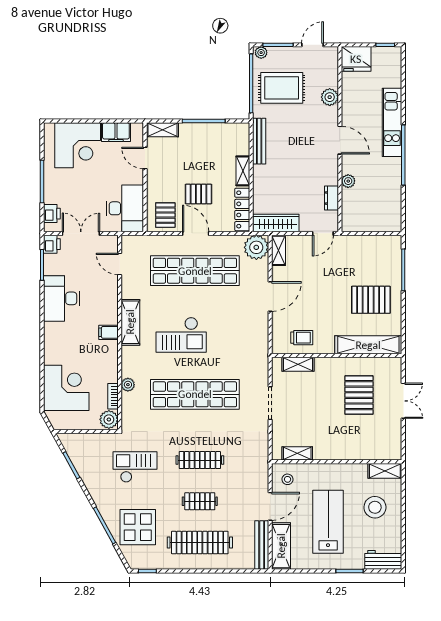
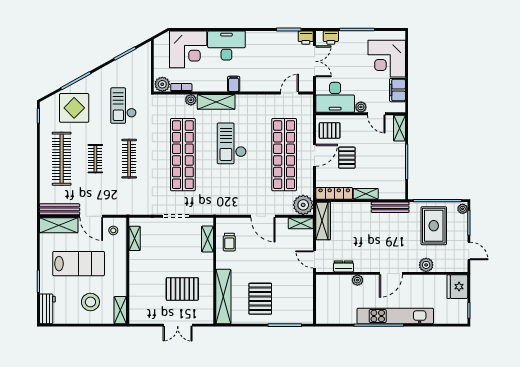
kitchen unit: (392, 122) -> (395, 316), width x1.36
door: (145, 158) -> (376, 114), swing flipped
plant: (137, 177) -> (361, 107), added
desk: (62, 298) -> (226, 45), moved
shelving: (130, 322) -> (216, 102), moved
checkout: (135, 467) -> (123, 106), turned 180

